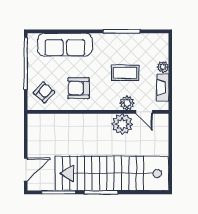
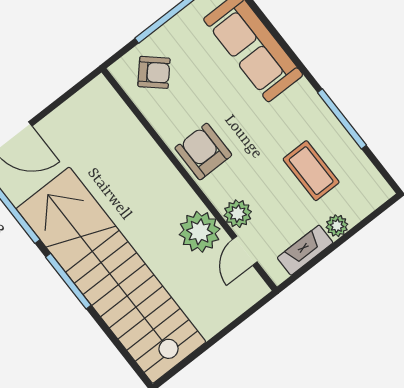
coffee table: (125, 73) -> (311, 171), moved
armchair: (79, 88) -> (203, 152), moved

